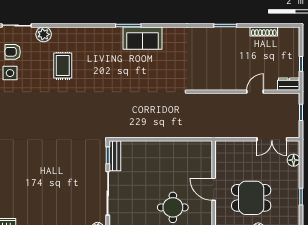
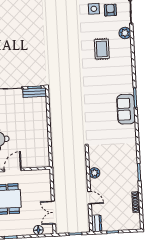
rug: (63, 66) -> (102, 49), turned 90
plant: (223, 83) -> (94, 173), added

